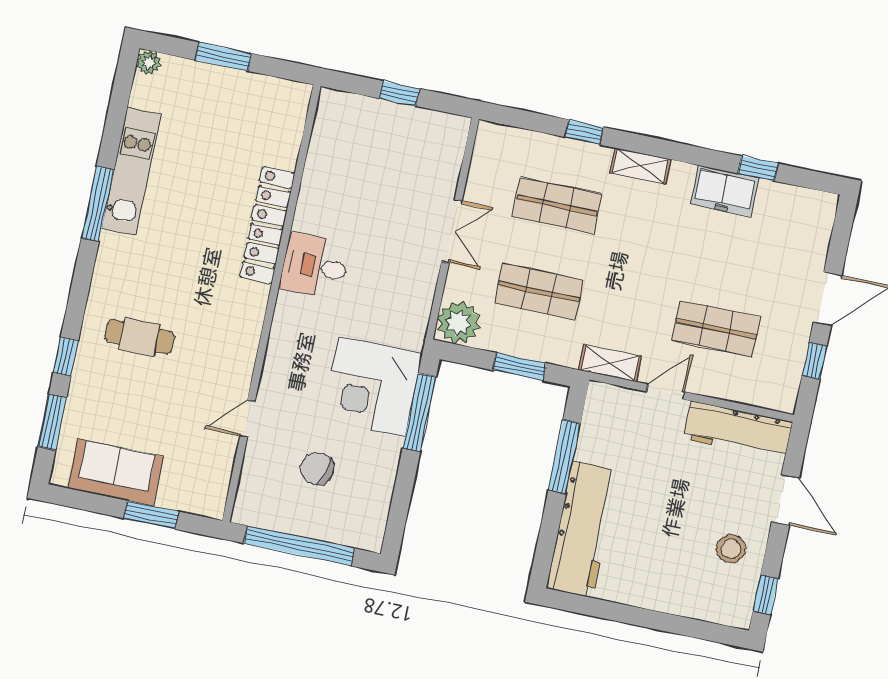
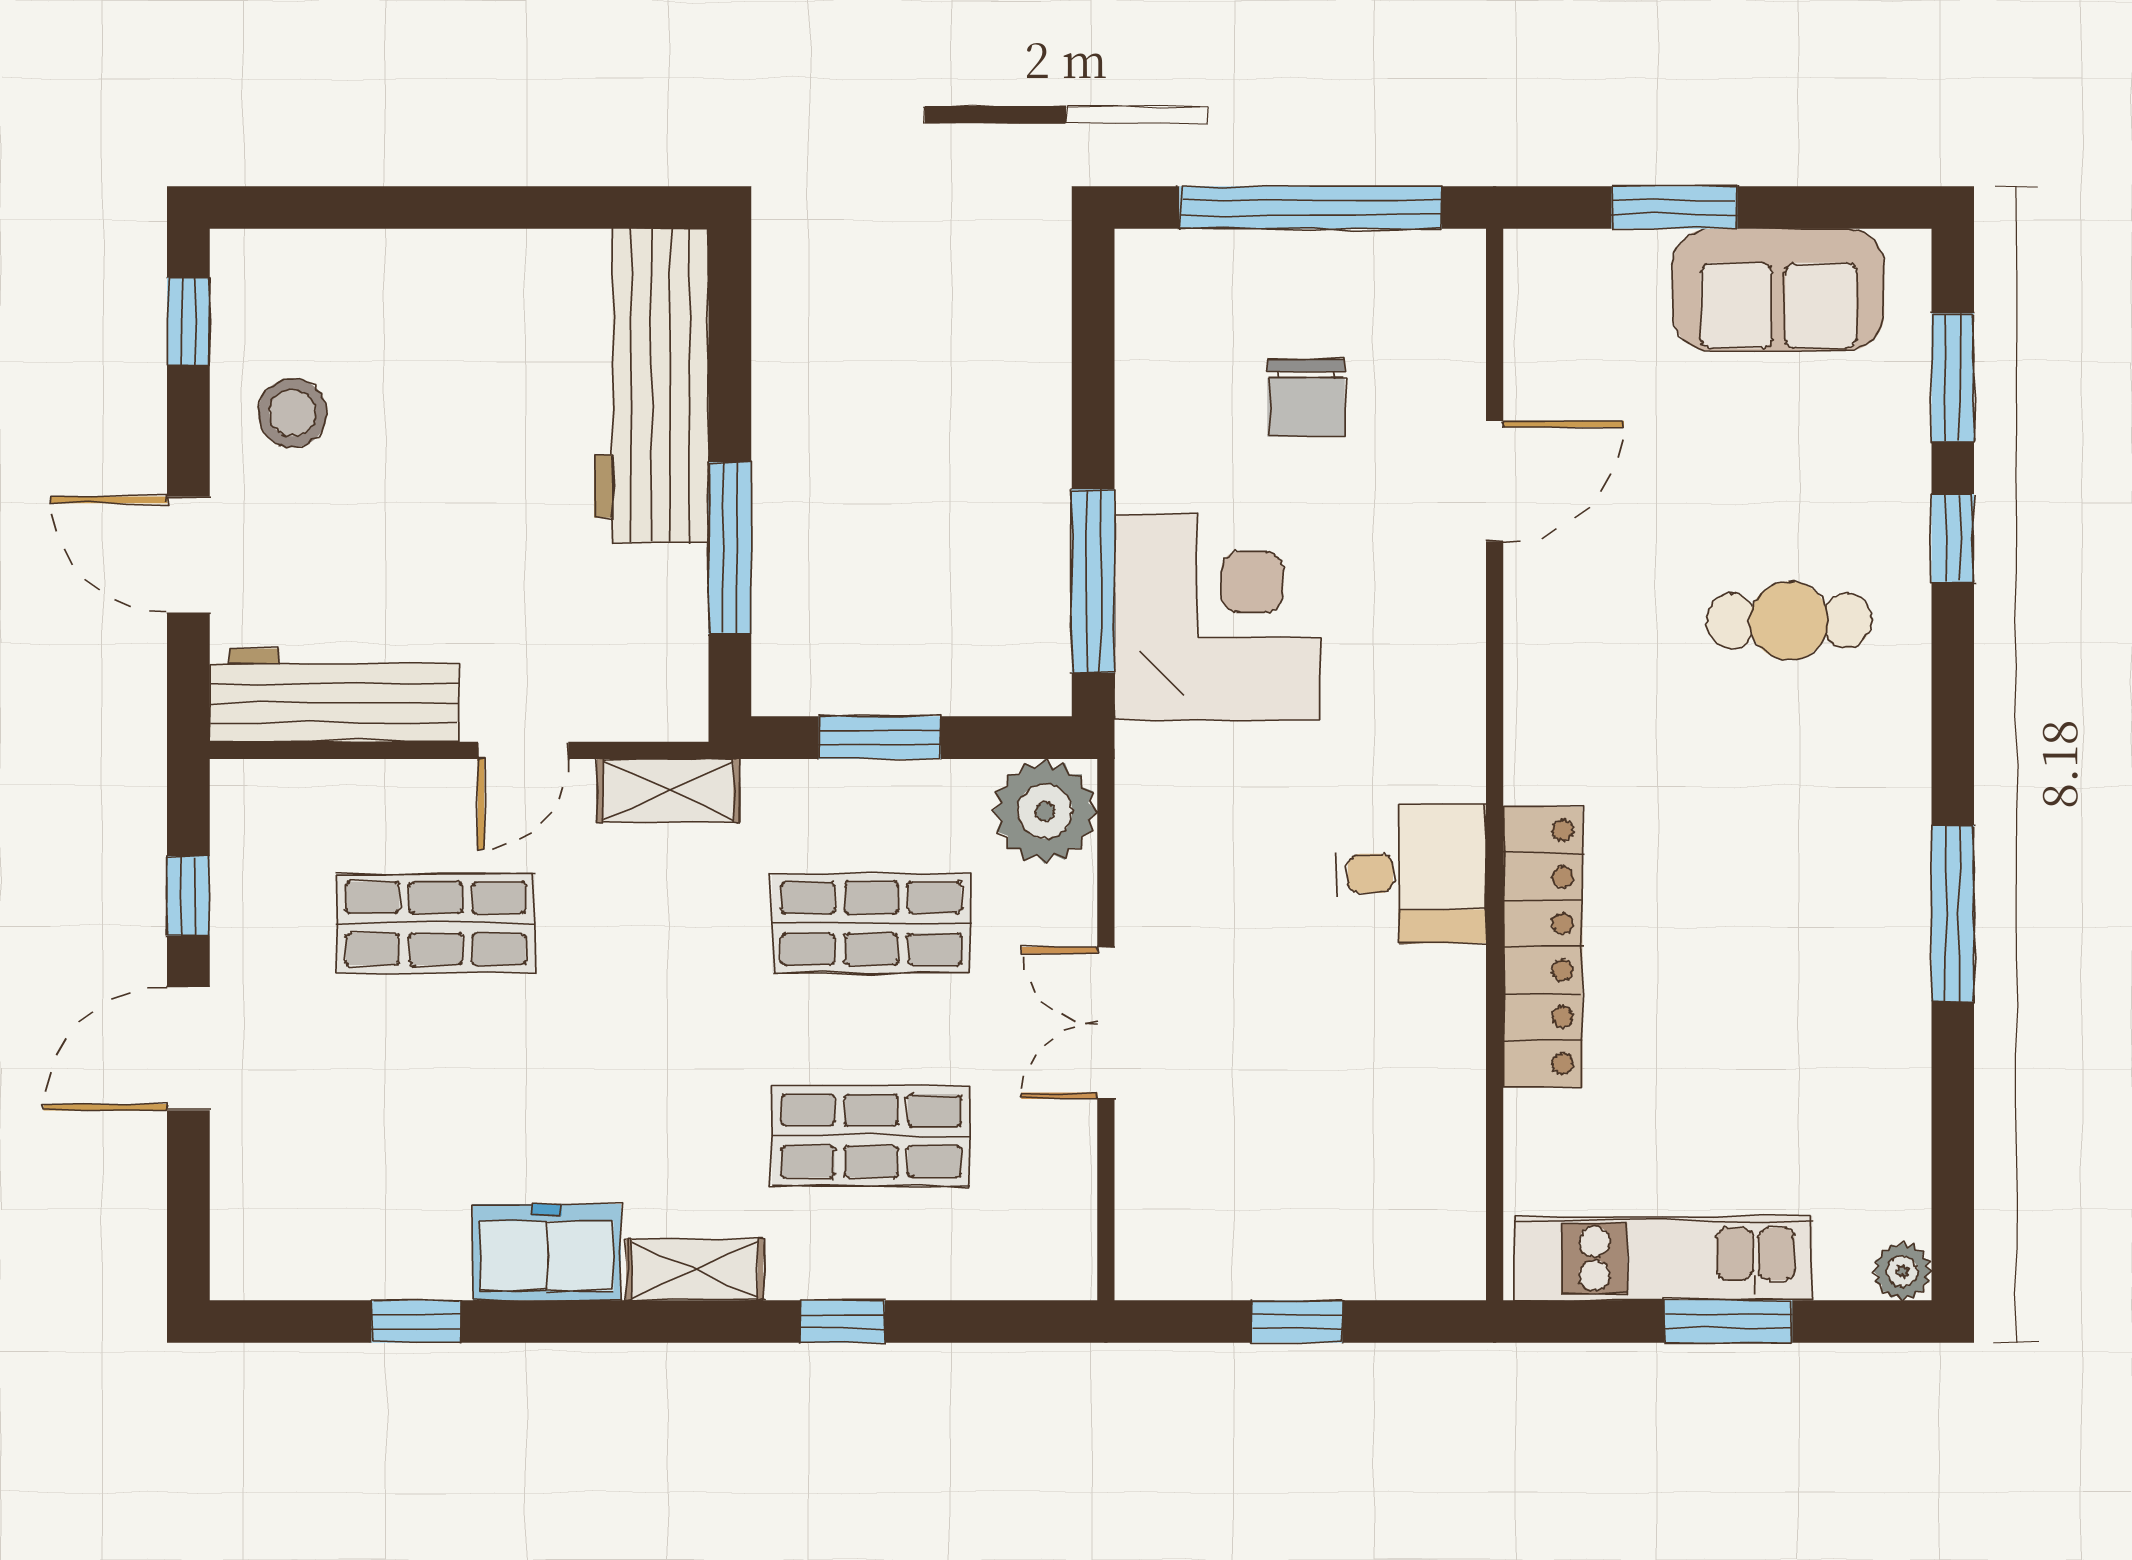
kitchen unit: (131, 171) -> (1663, 1258), moved, turned 90
freezer: (725, 191) -> (547, 1252), moved
door: (247, 419) -> (1495, 481), width x1.38
chair: (317, 469) -> (1306, 398), turned 76

